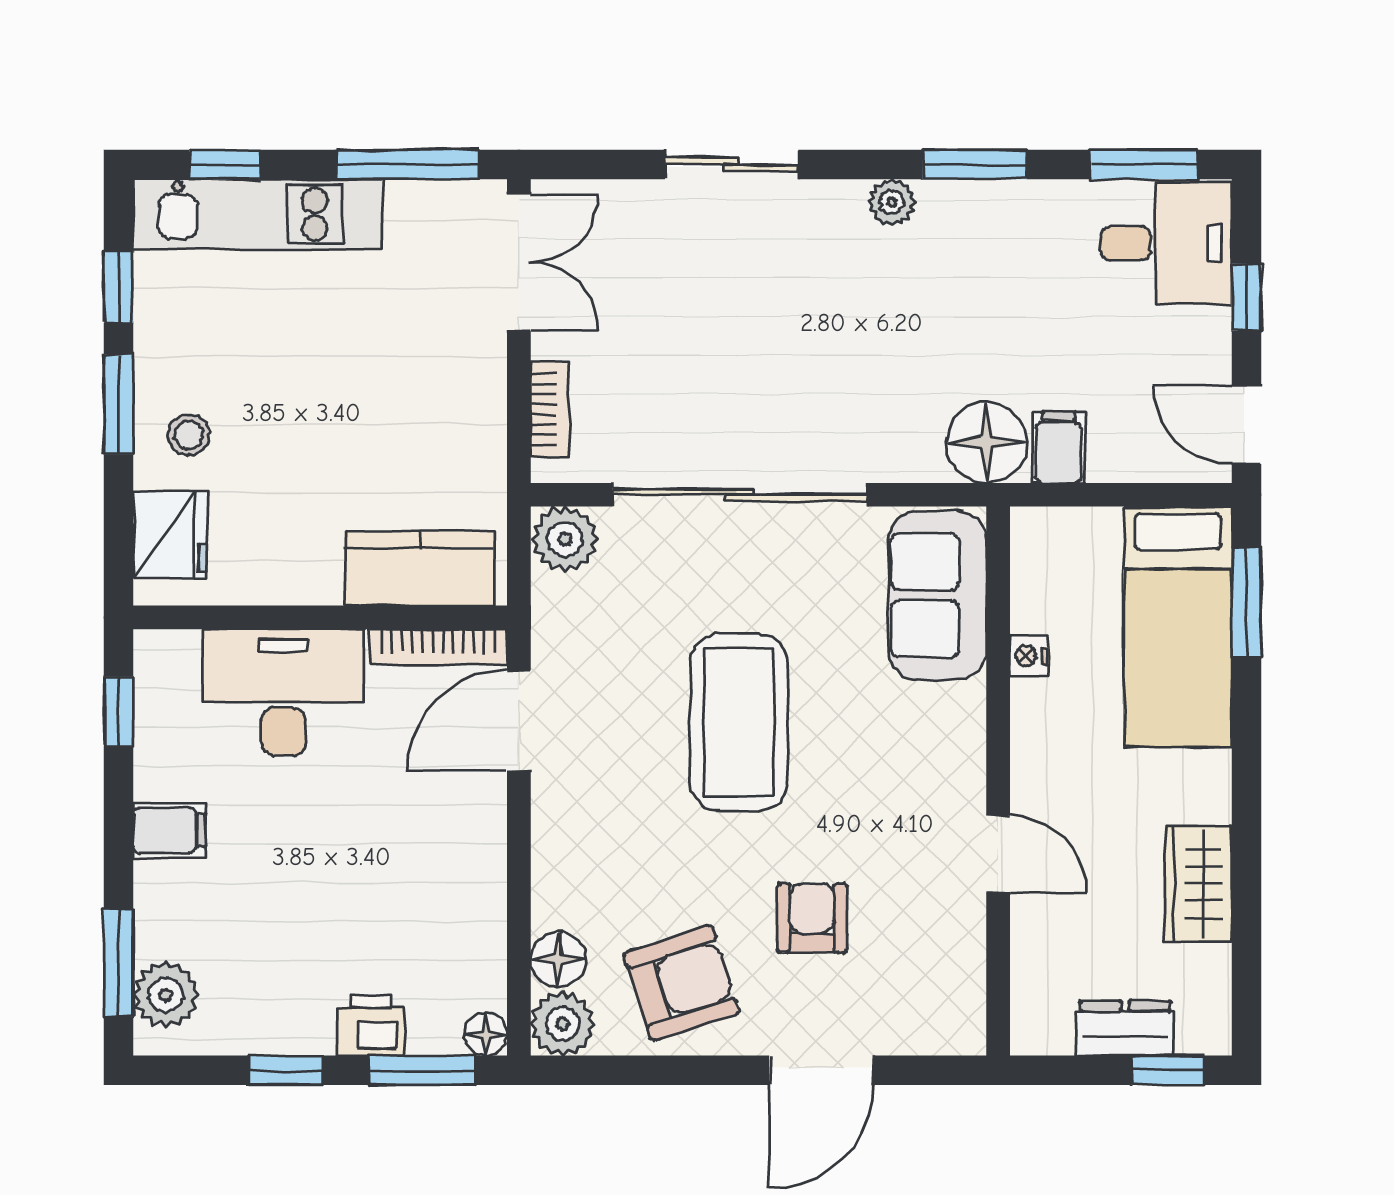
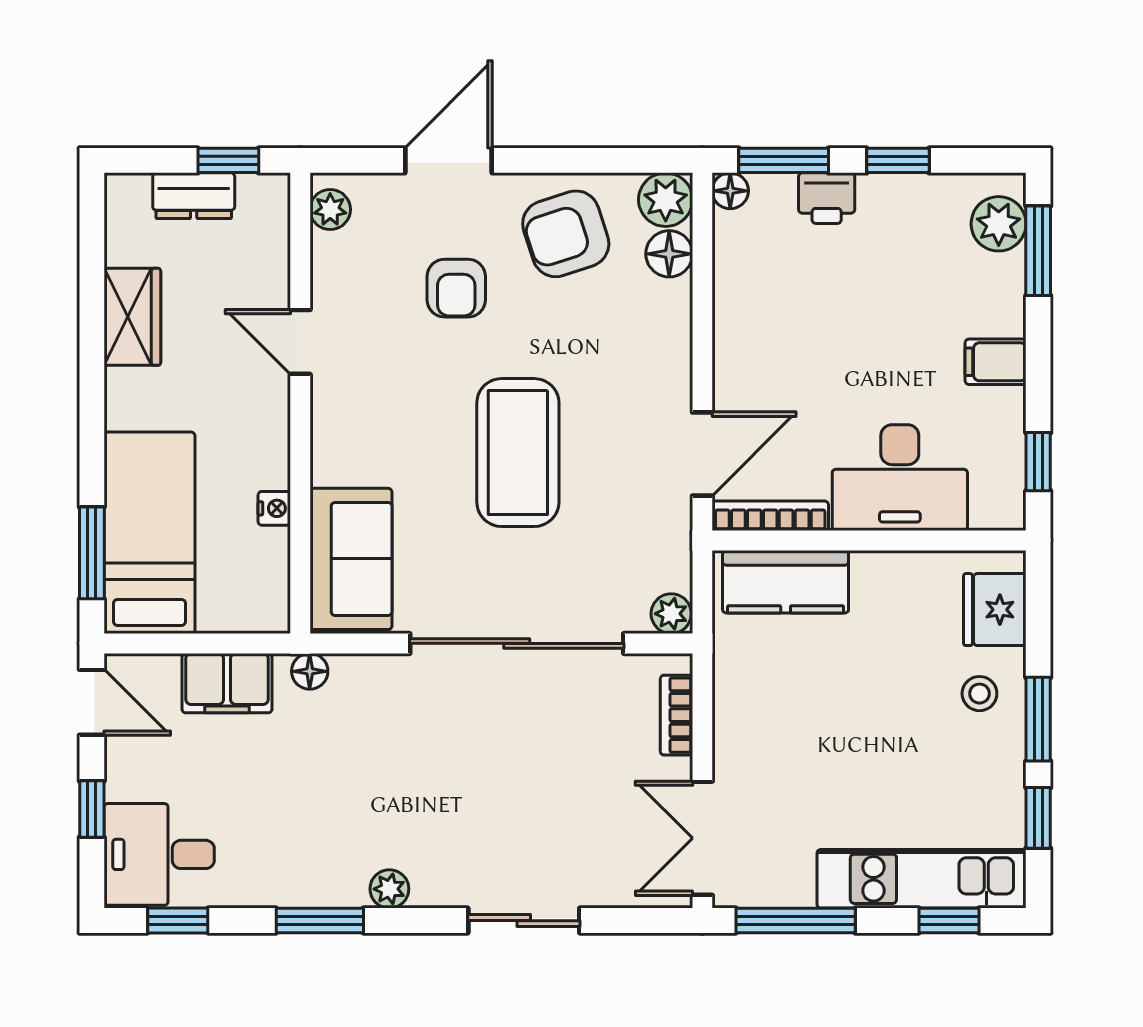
window: (1144, 165) -> (178, 921), width x0.67
floor lamp: (987, 443) -> (310, 671), width x0.53, depth x0.53
filing cabinet: (1059, 447) -> (227, 683), width x2.00
plant: (565, 539) -> (671, 614), width x0.73, depth x0.73
plant: (962, 1012) -> (330, 210), added
window: (1168, 1070) -> (228, 160), moved

